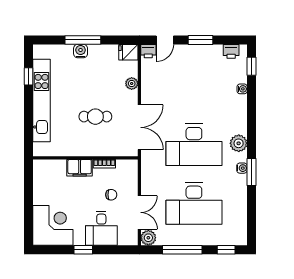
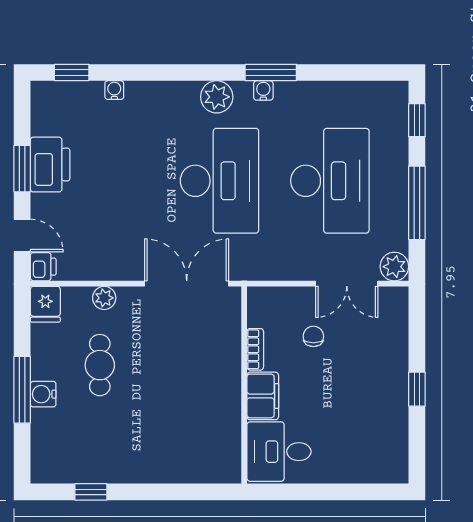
printer: (231, 51) -> (50, 165), moved, width x1.87, depth x1.48
kitchen unit: (42, 101) -> (136, 468), removed
cafe table: (95, 117) -> (100, 365), moved
double door: (139, 212) -> (347, 284), swing flipped
corner desk: (53, 225) -> (371, 446), removed
desk: (101, 228) -> (279, 452), moved, turned 180

